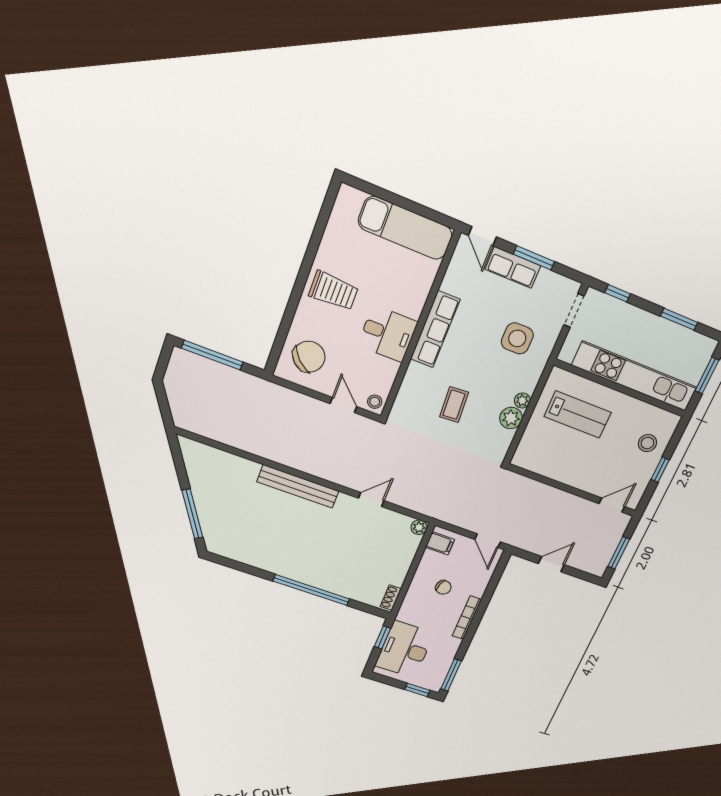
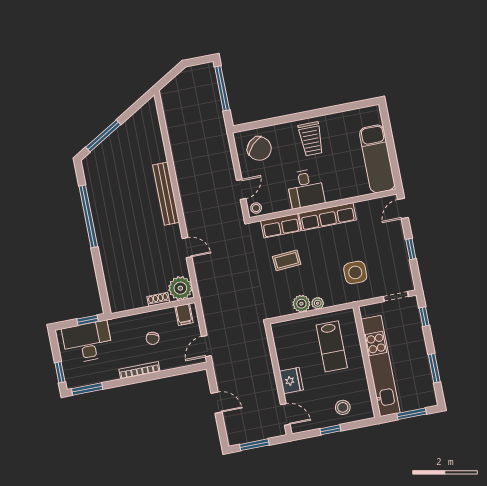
window: (534, 258) -> (411, 249), width x0.67
row of seats: (513, 267) -> (281, 226), moved, turned -90
fridge: (583, 478) -> (291, 381), added
plant: (419, 527) -> (180, 288), width x1.87, depth x1.87
window: (311, 590) -> (88, 216), moved
shoe rack: (391, 598) -> (158, 299), moved

